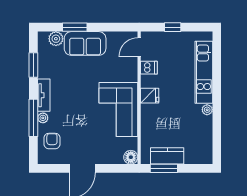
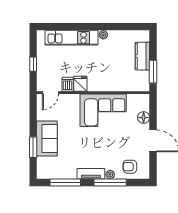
plant: (56, 39) -> (43, 163), removed
door: (139, 47) -> (50, 93), hinge flipped
window: (33, 65) -> (65, 183), width x1.44
fridge: (150, 96) -> (80, 84), moved
kitchen counter: (167, 156) -> (142, 56), moved
floor lamp: (131, 157) -> (144, 118), moved

